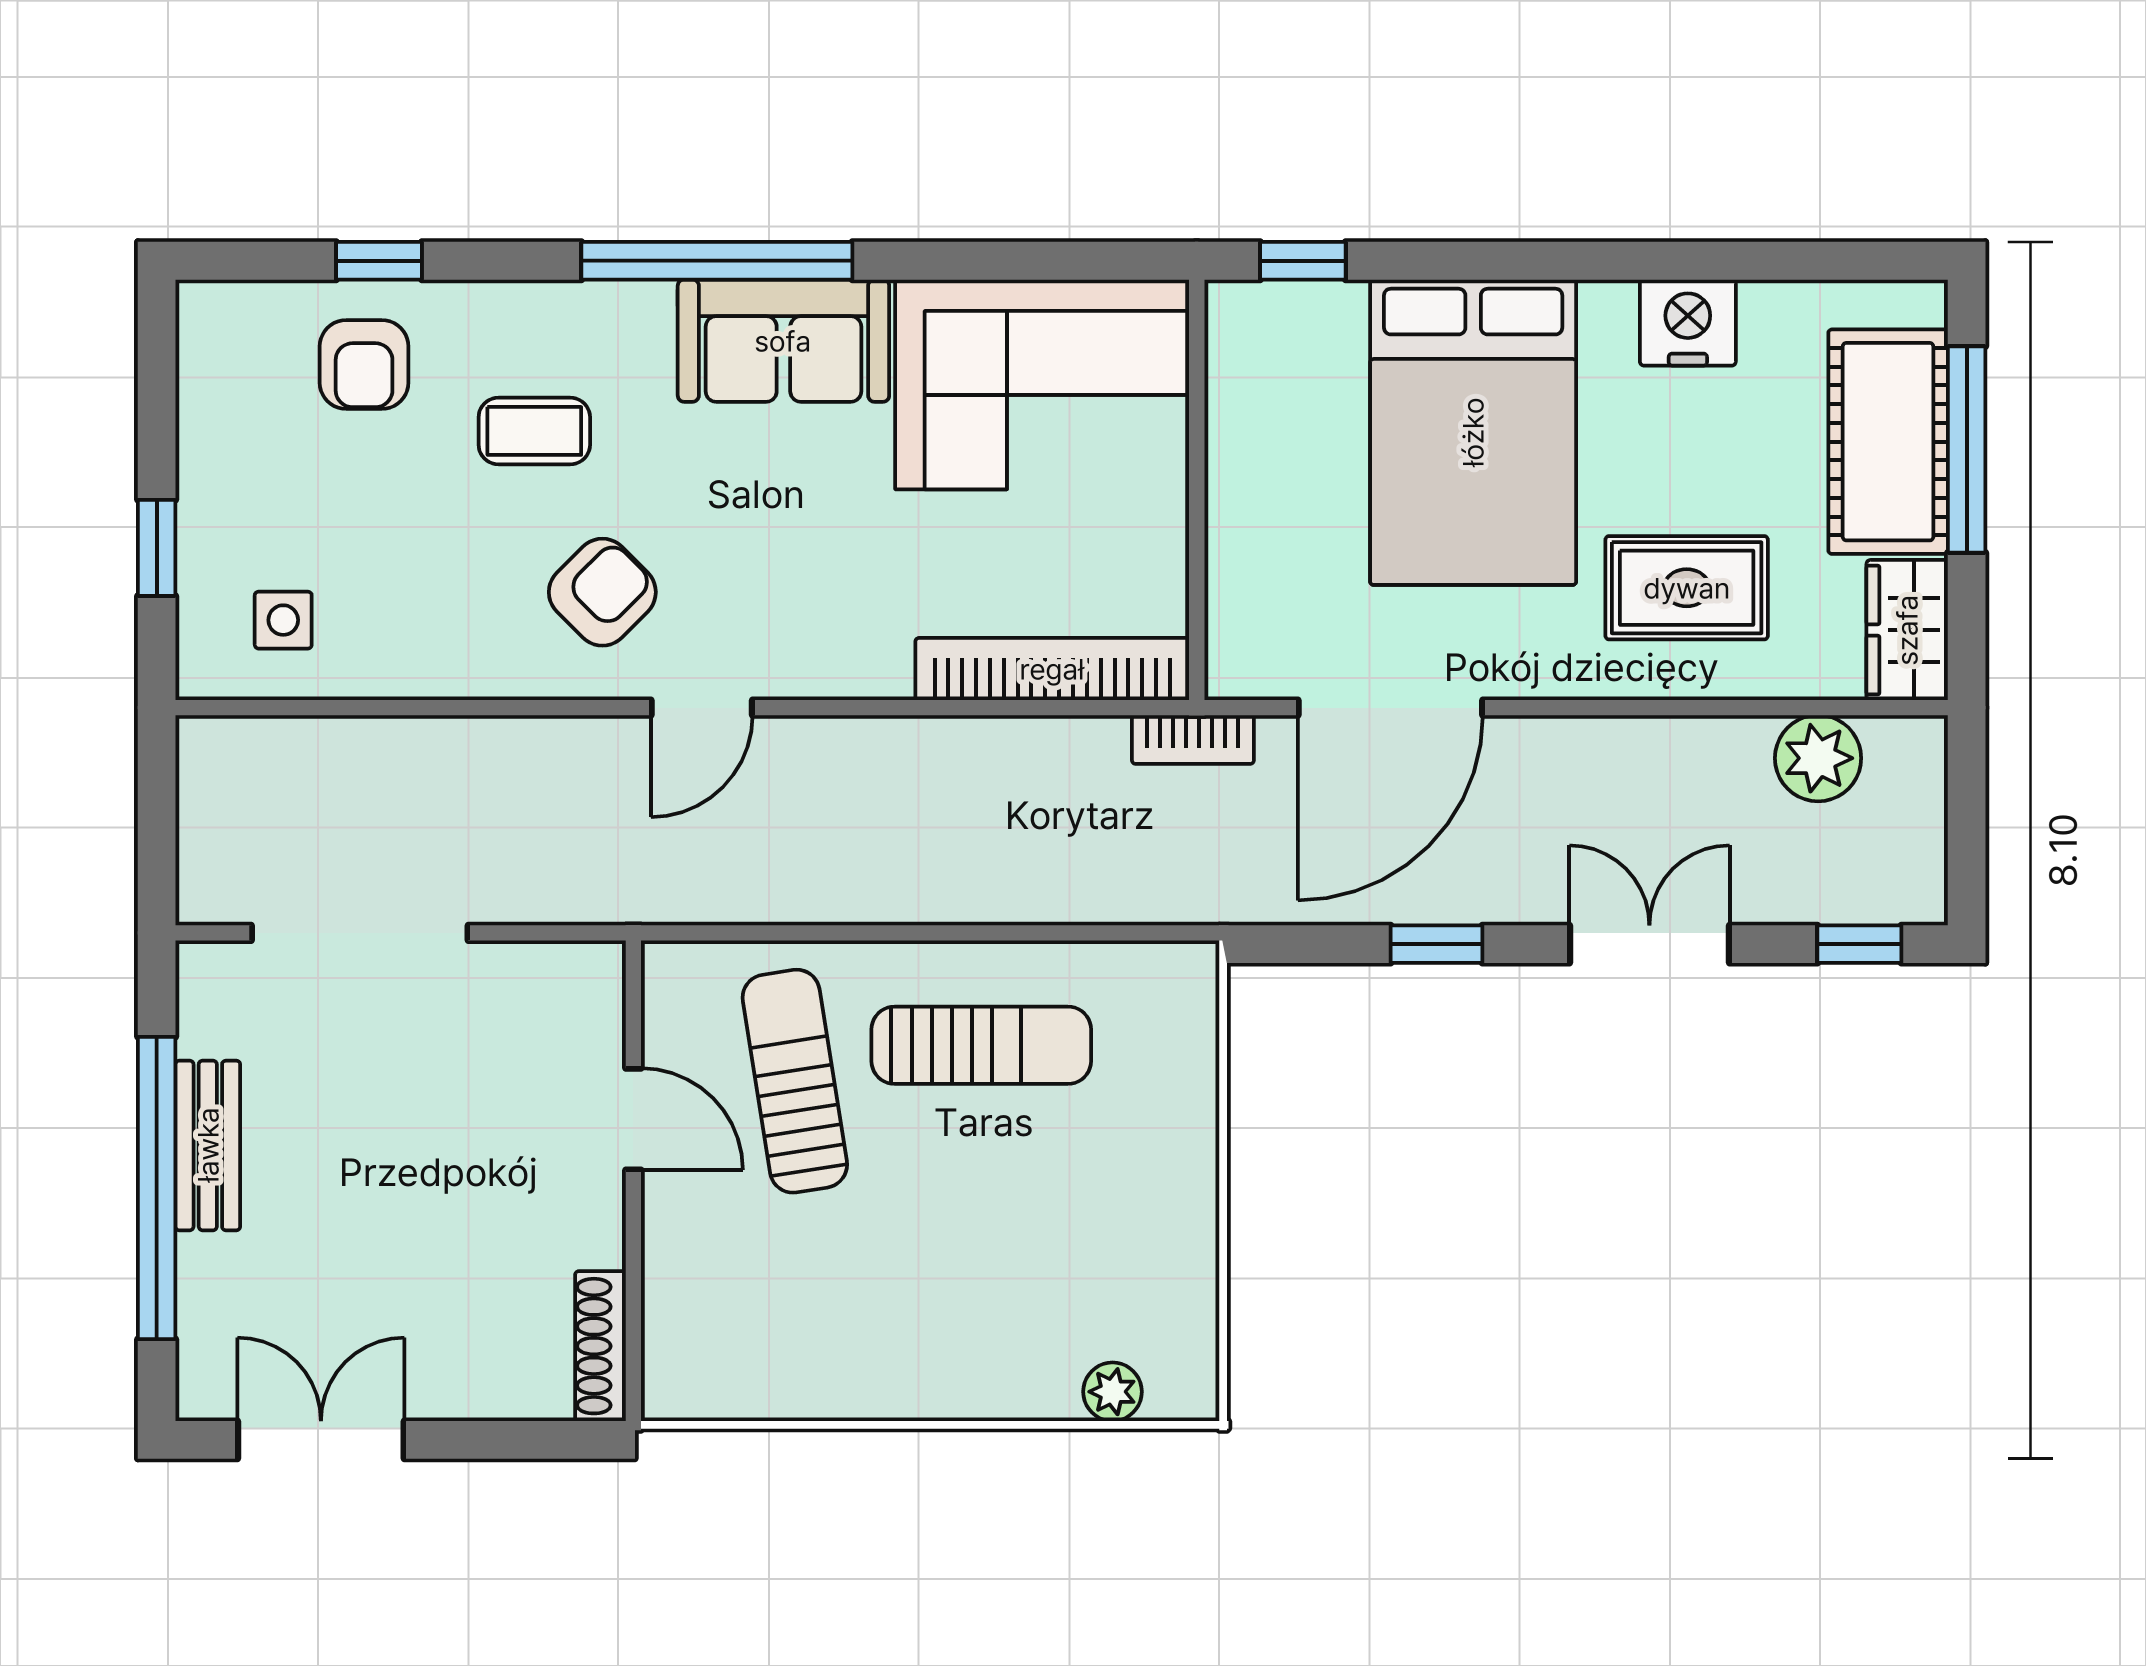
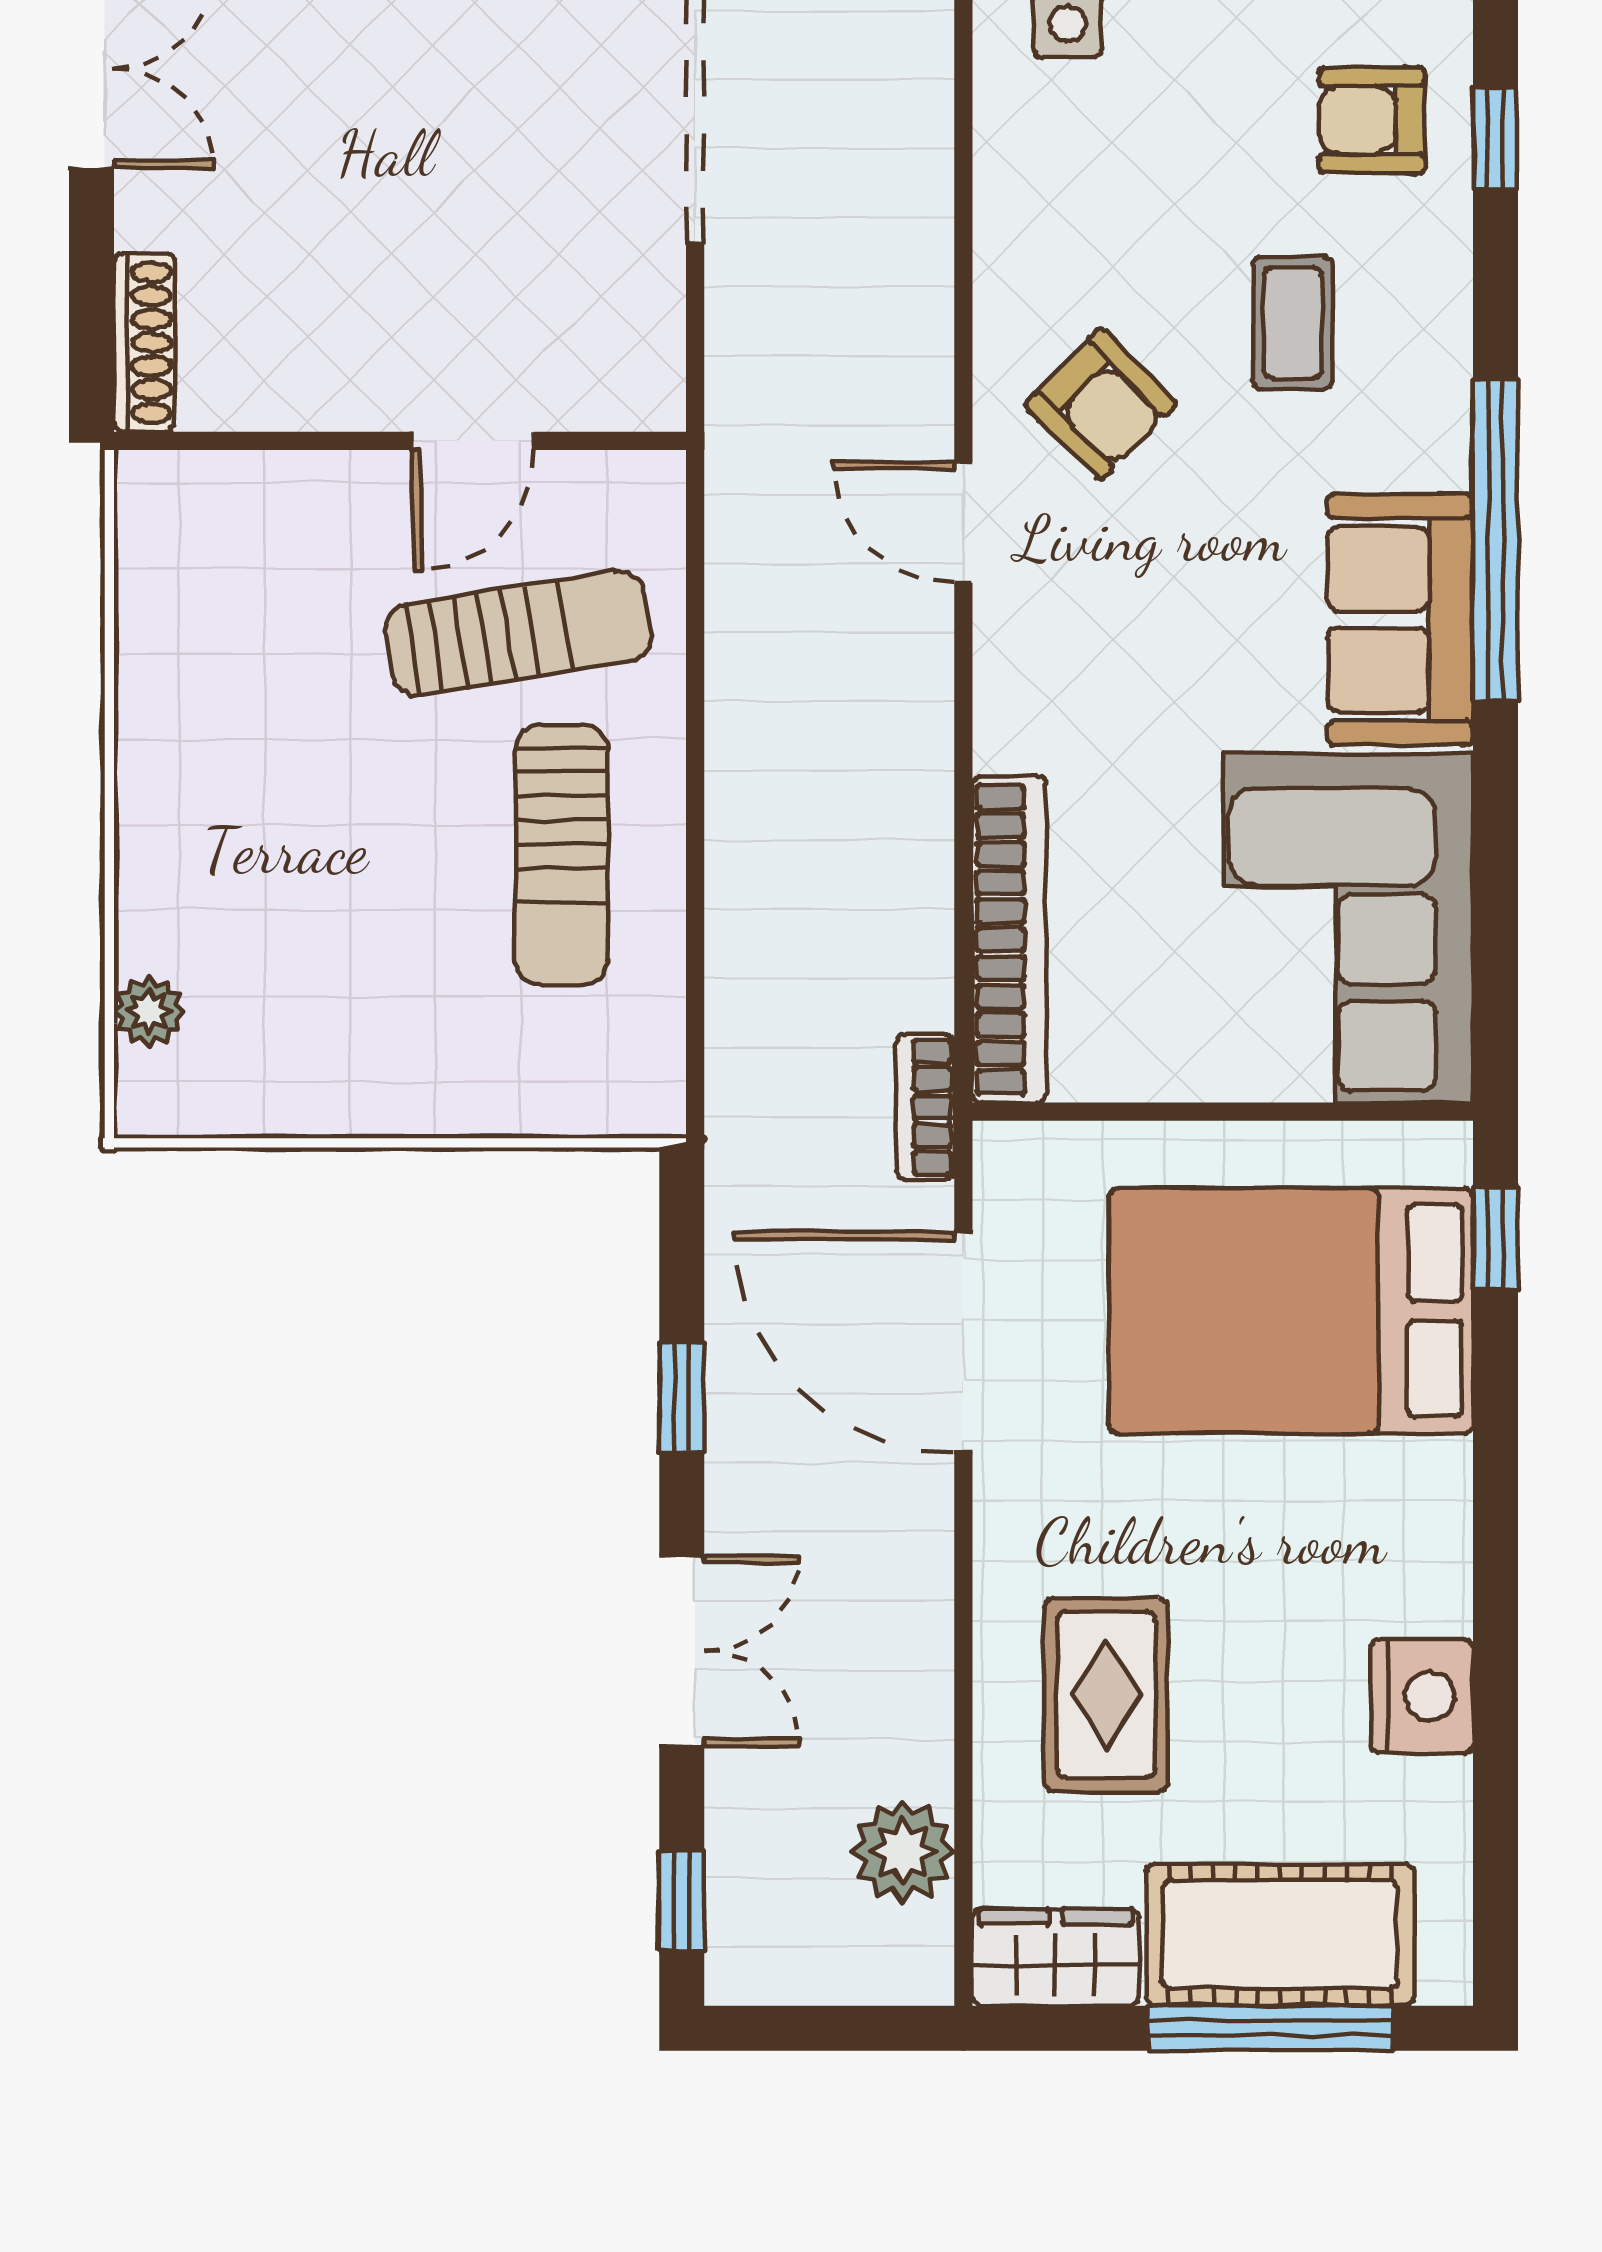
bed: (1473, 432) -> (1291, 1311), moved
shoe rack: (600, 1346) -> (144, 343), moved, turned 90

